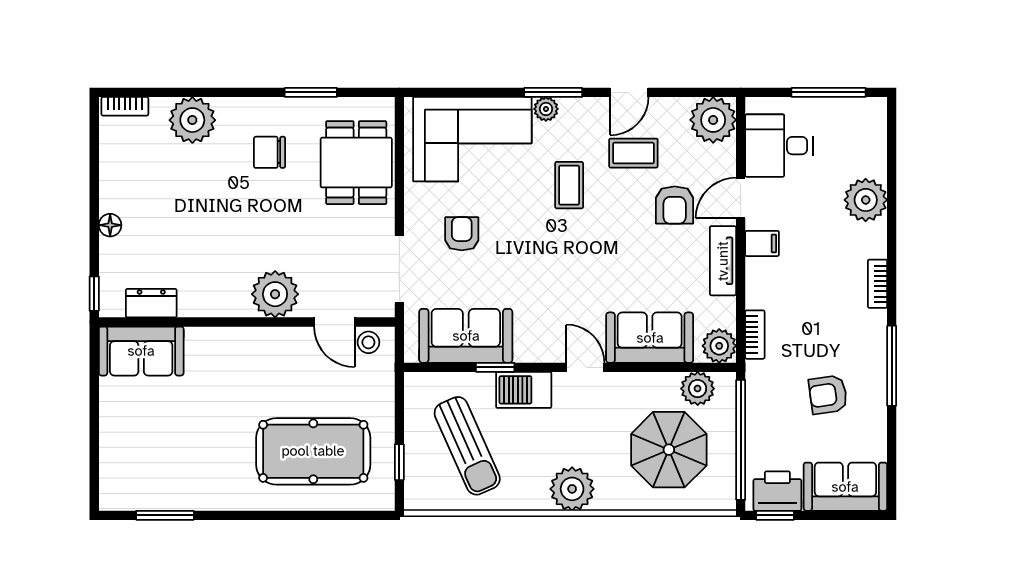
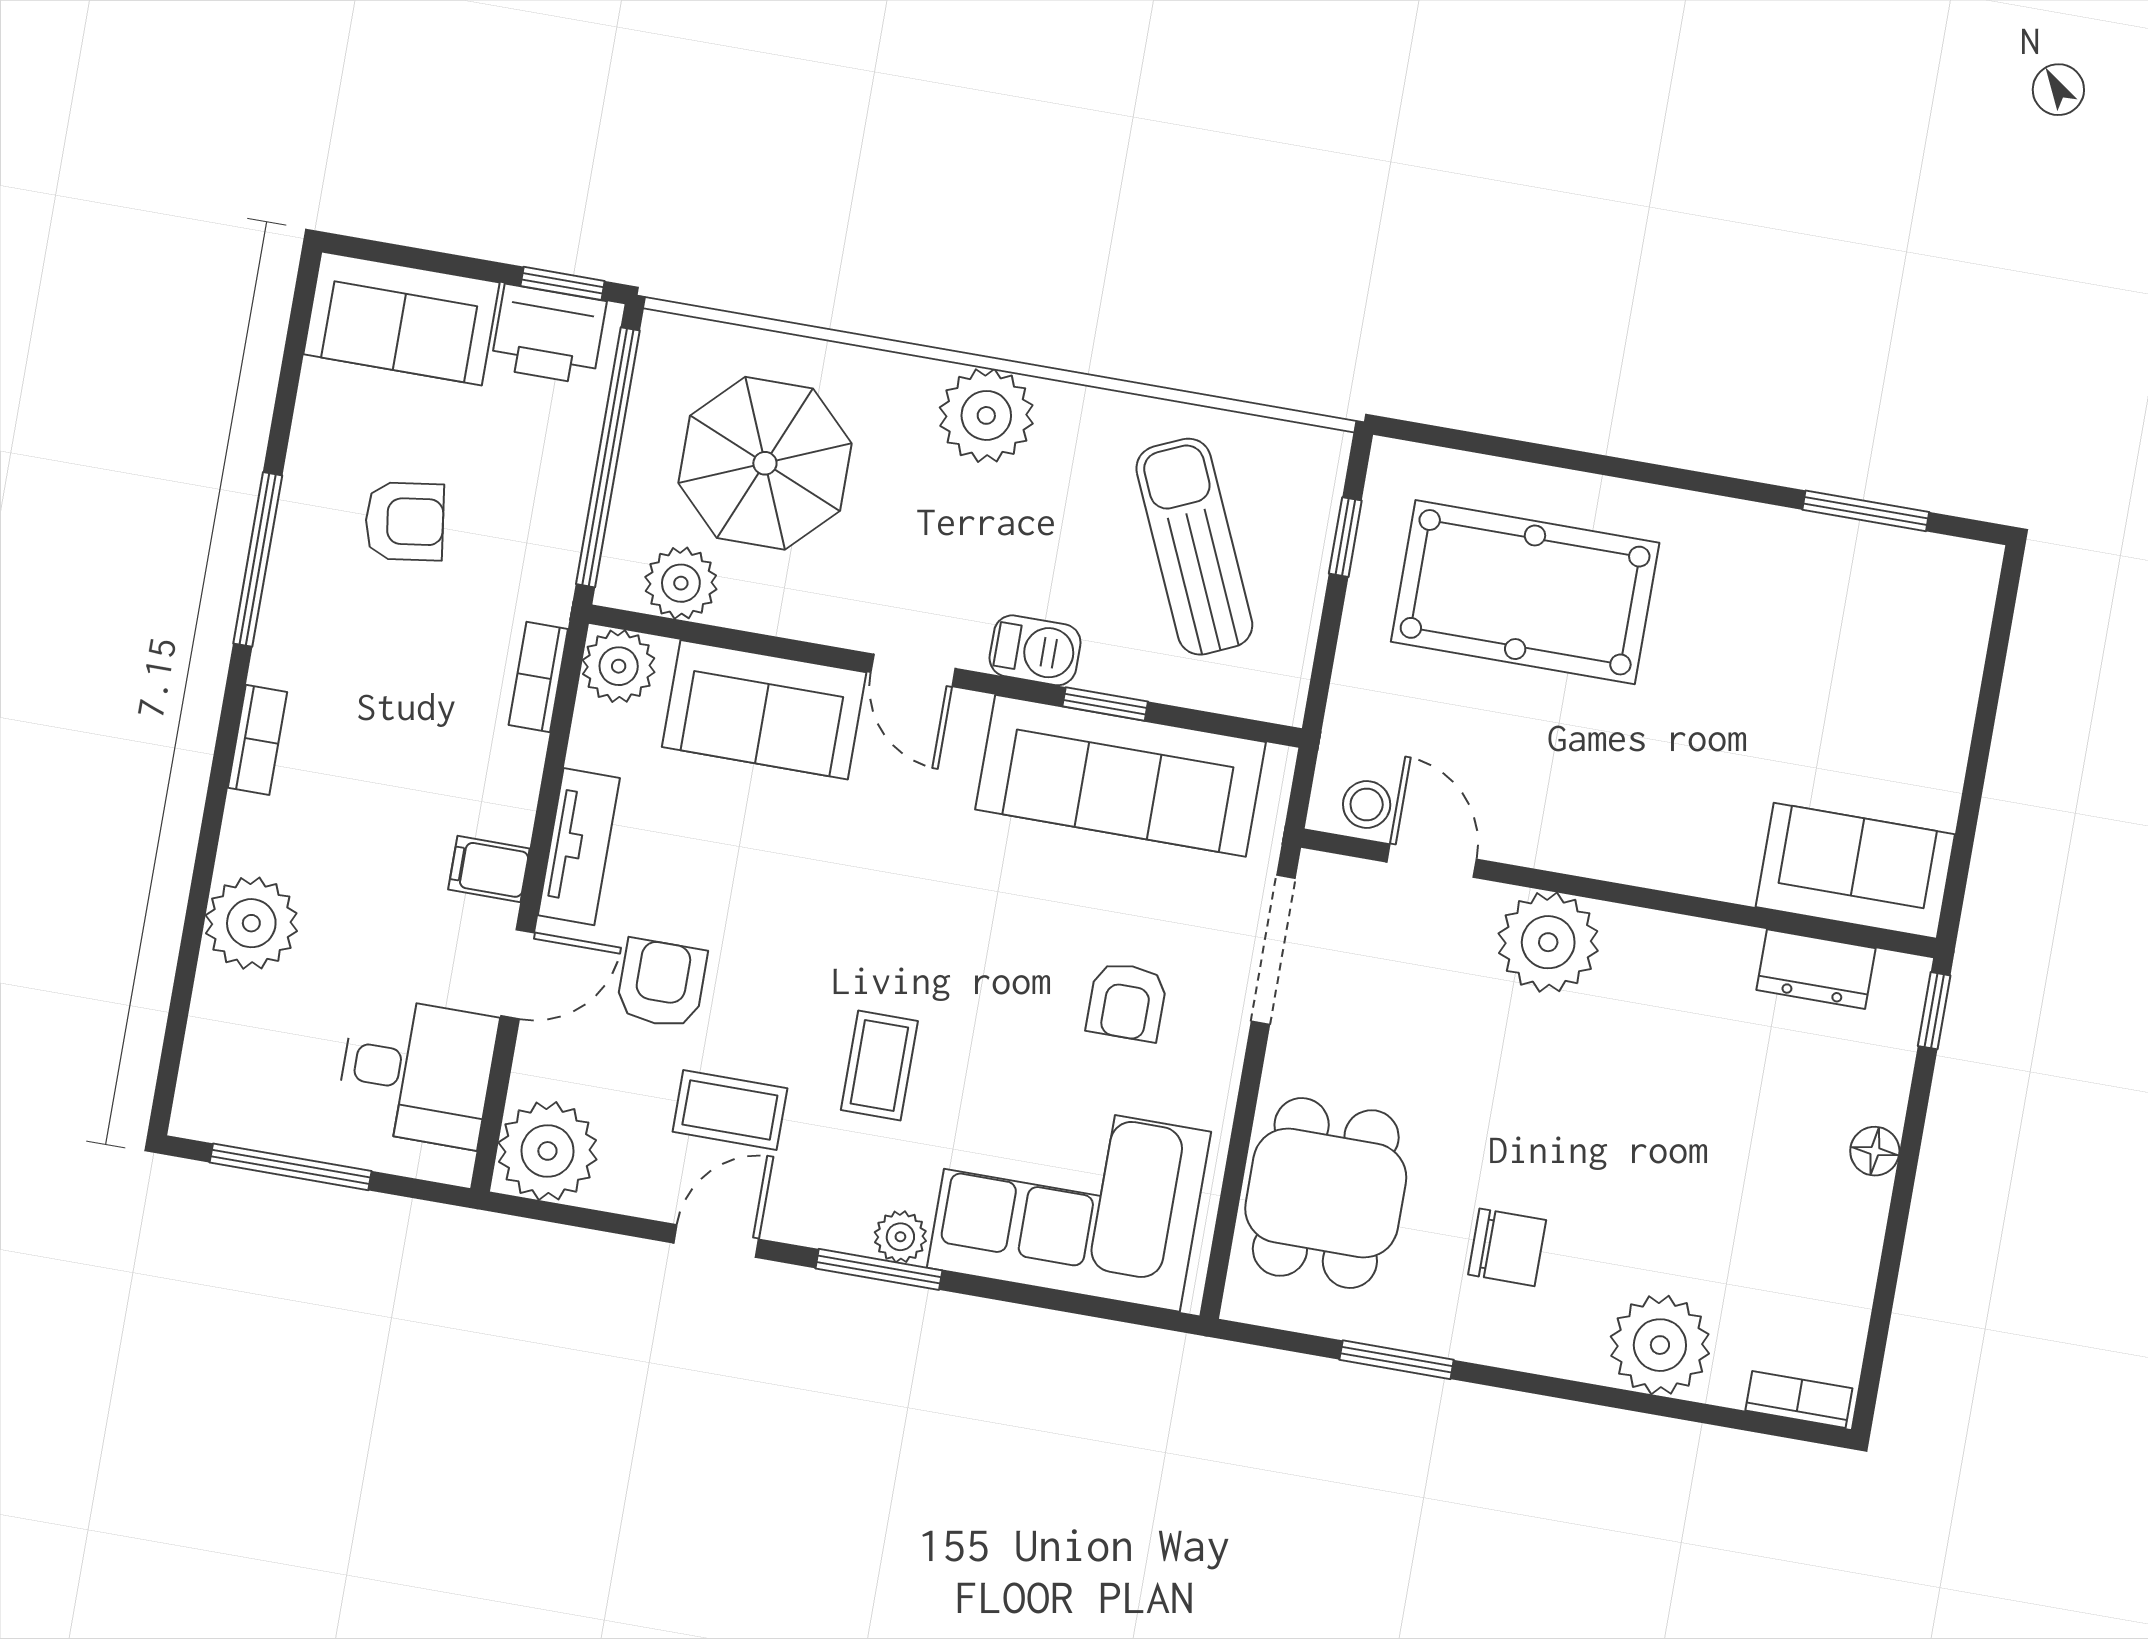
sofa: (466, 336) -> (1120, 776), width x1.36
barbecue: (524, 390) -> (1035, 650), width x0.73, depth x0.79

